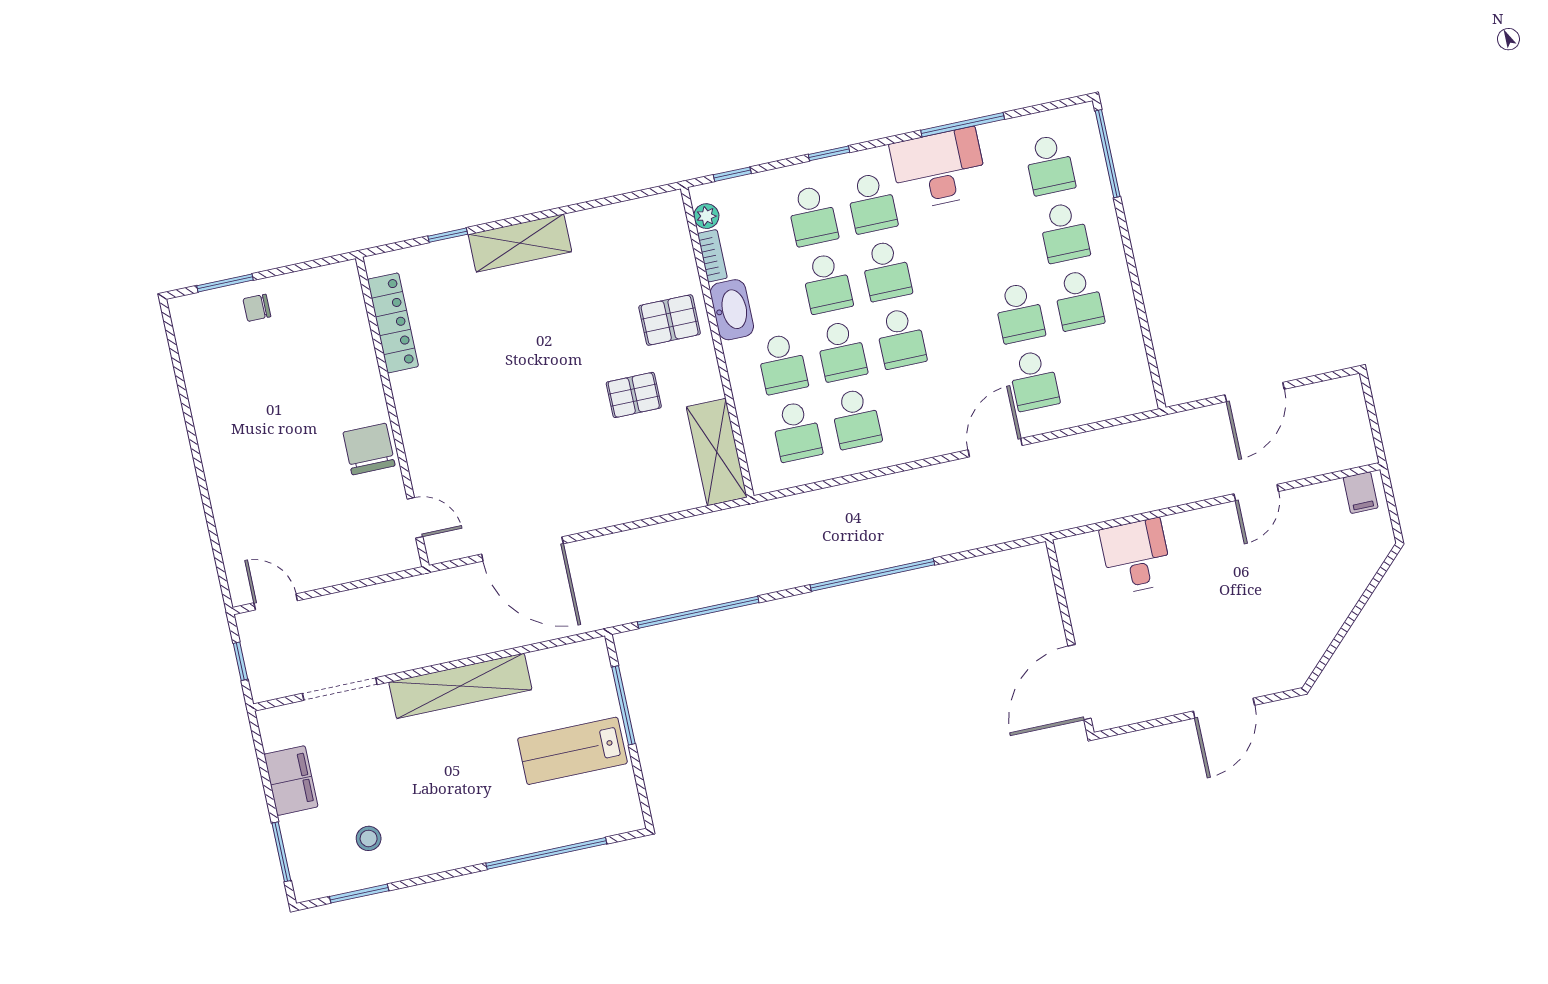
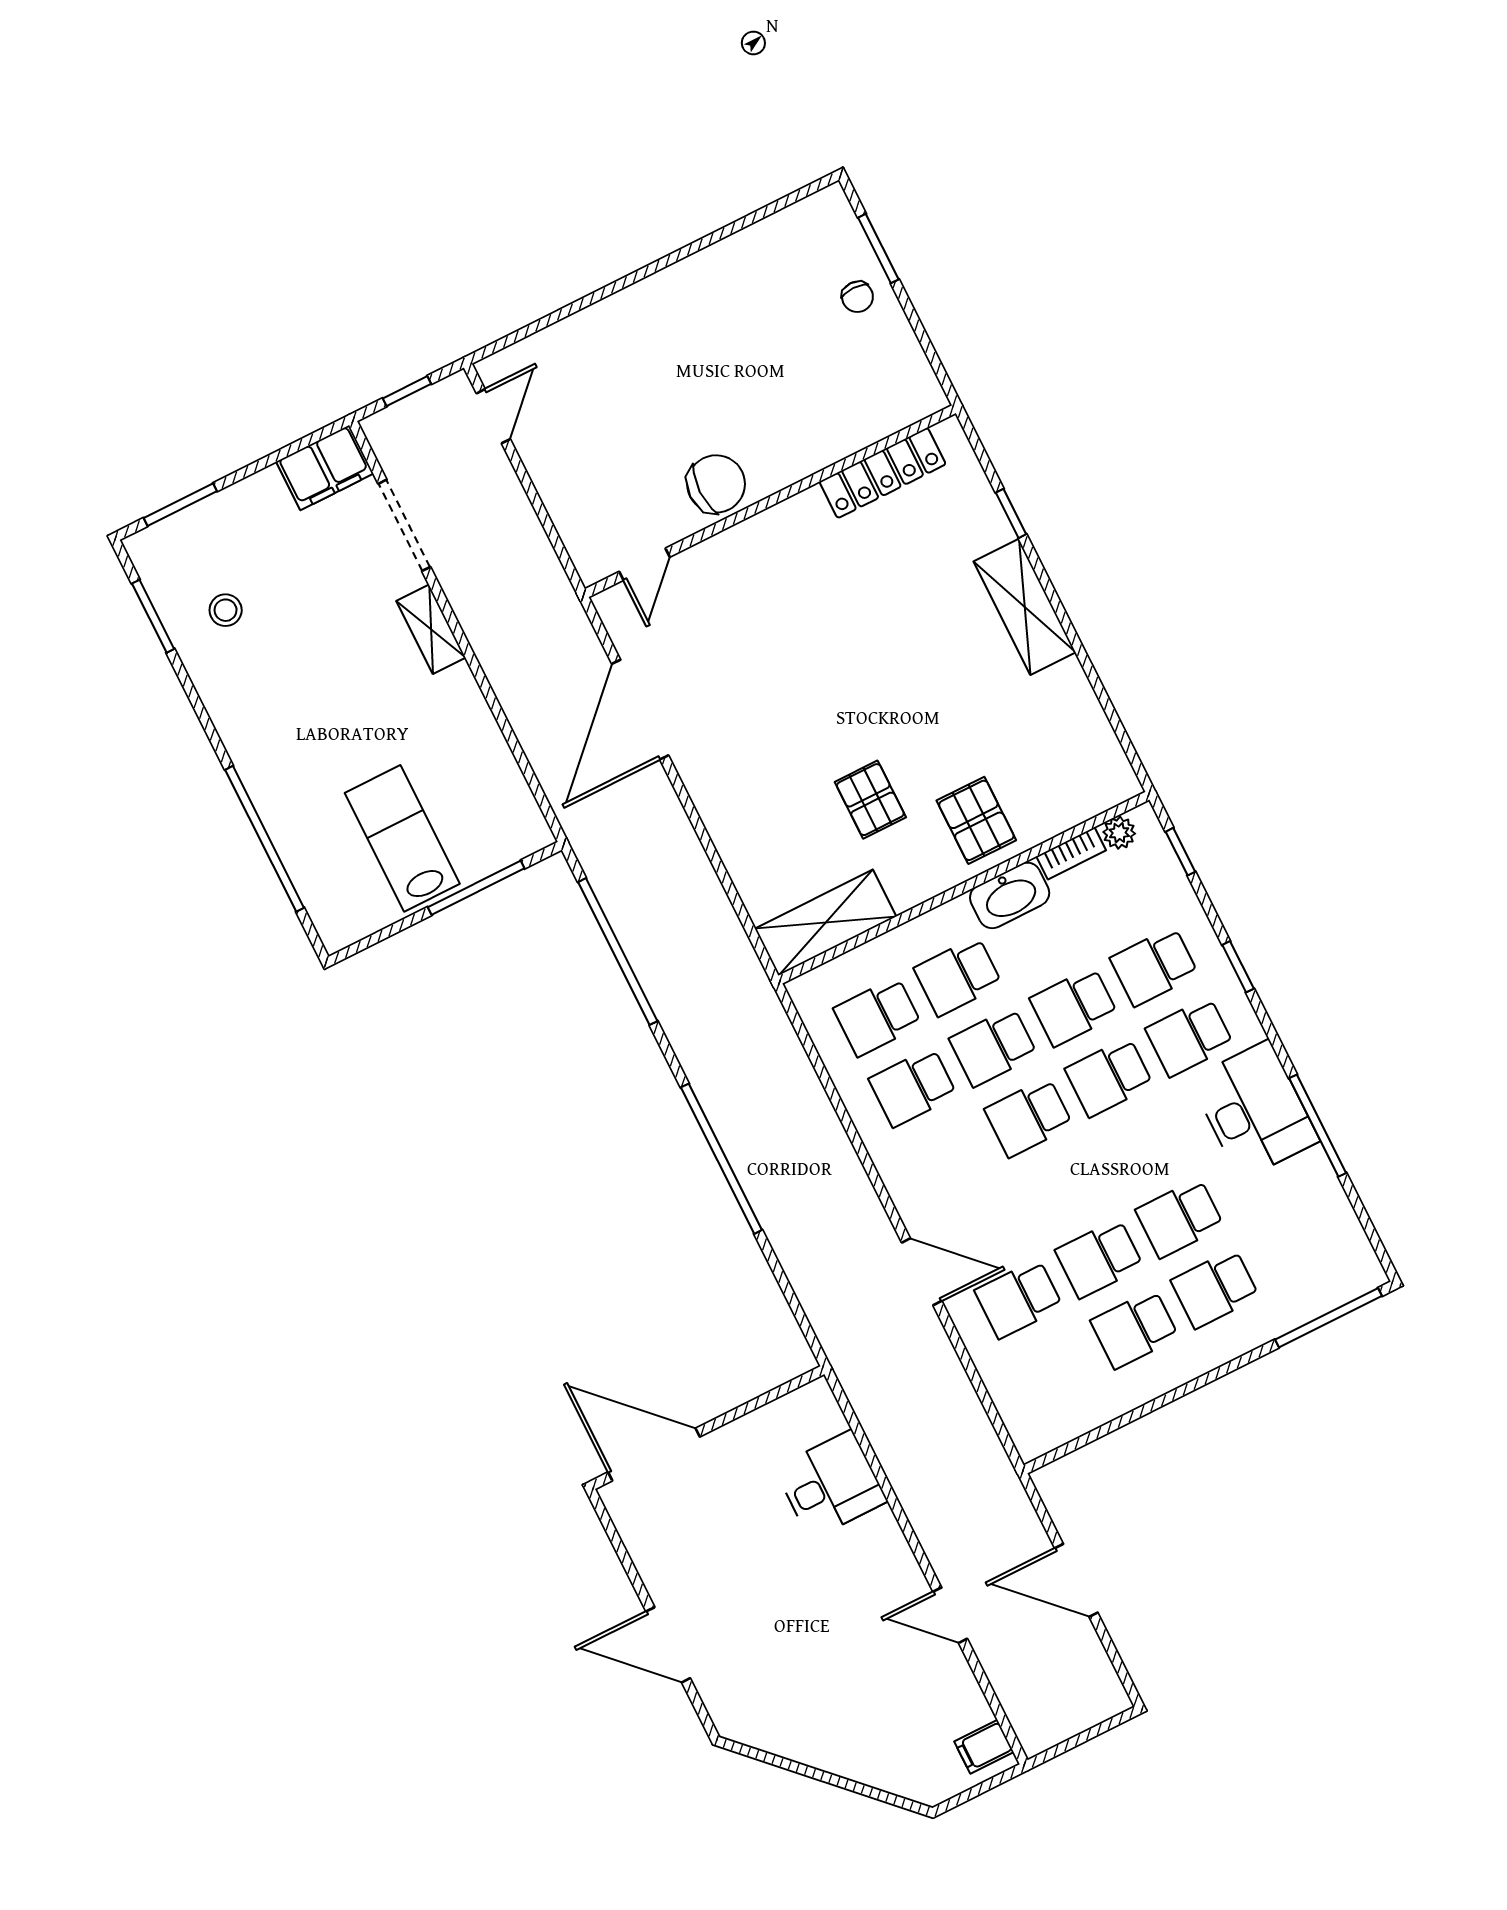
school desk: (1050, 165) -> (1180, 1218), moved
chair: (257, 308) -> (857, 297), turned 180
shelving: (460, 686) -> (431, 629), width x0.45, depth x0.75
filing cabinet: (291, 781) -> (325, 468), moved

